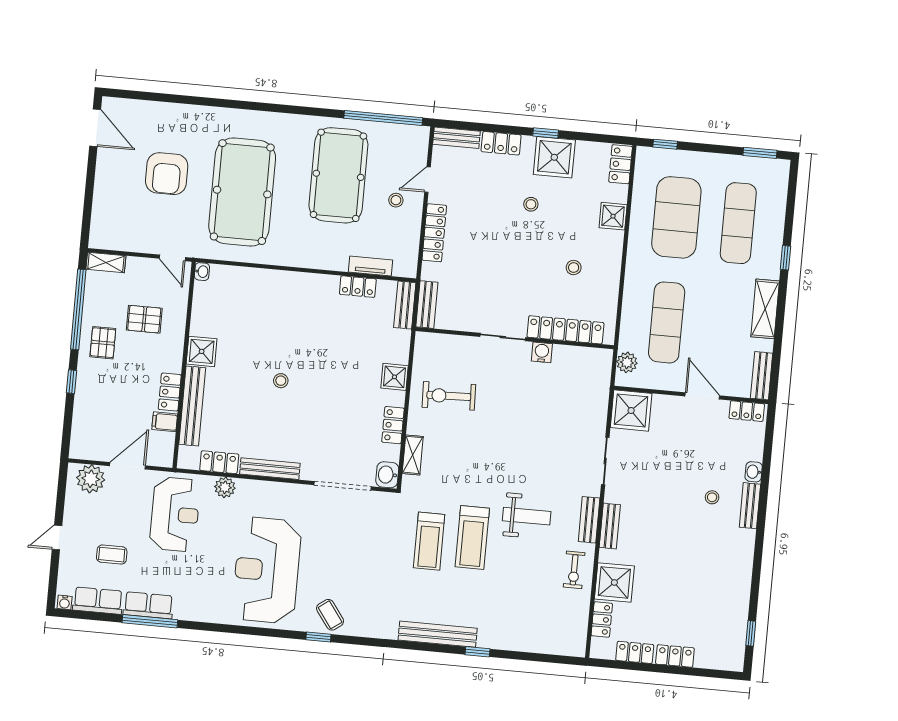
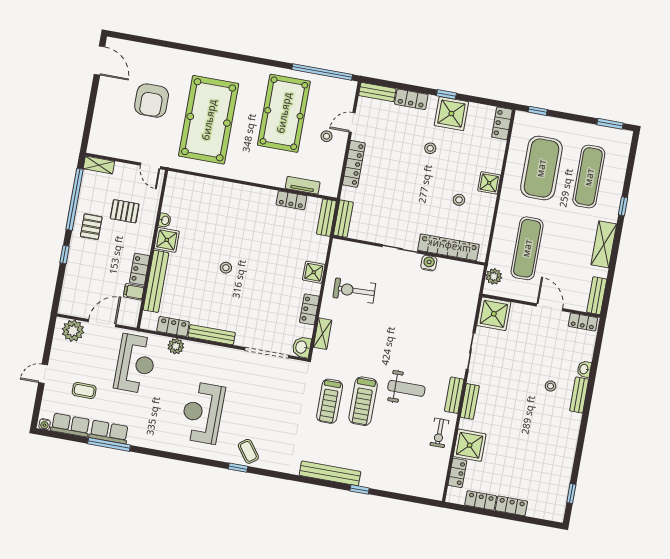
shower: (613, 216) -> (489, 183), moved
washbasin: (202, 272) -> (165, 220), moved
reception desk: (267, 570) -> (202, 413), width x0.74, depth x0.77

